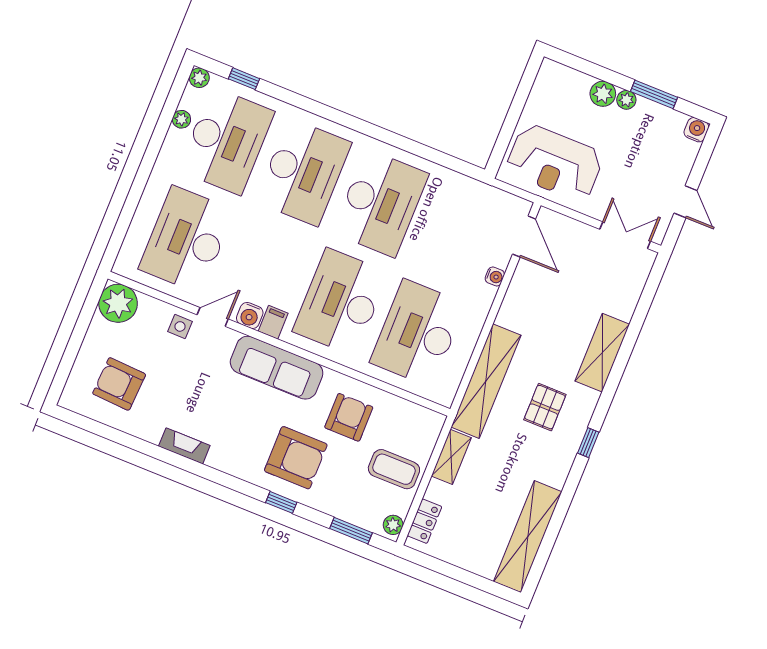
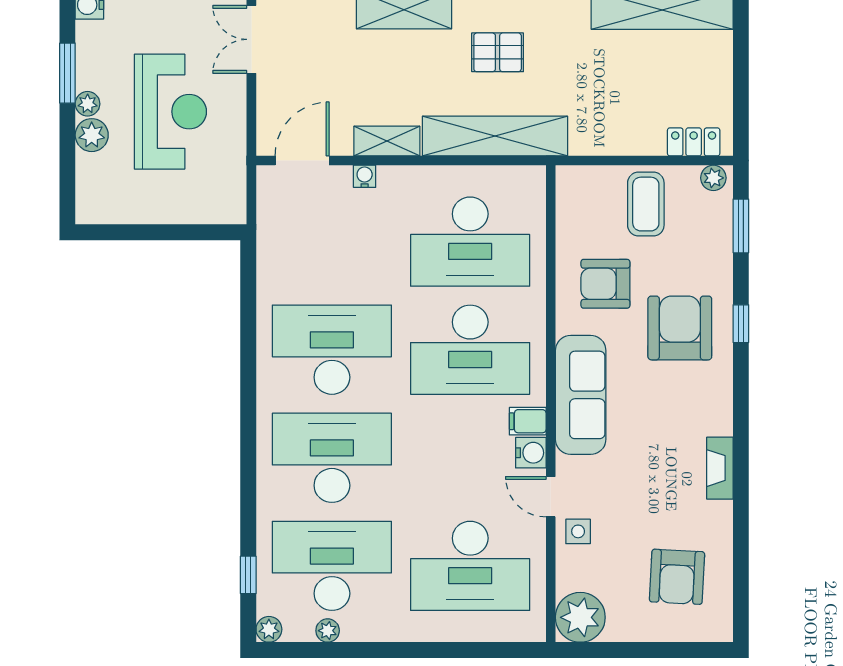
reception desk: (555, 163) -> (170, 112), moved
shelving: (451, 457) -> (387, 141), moved

